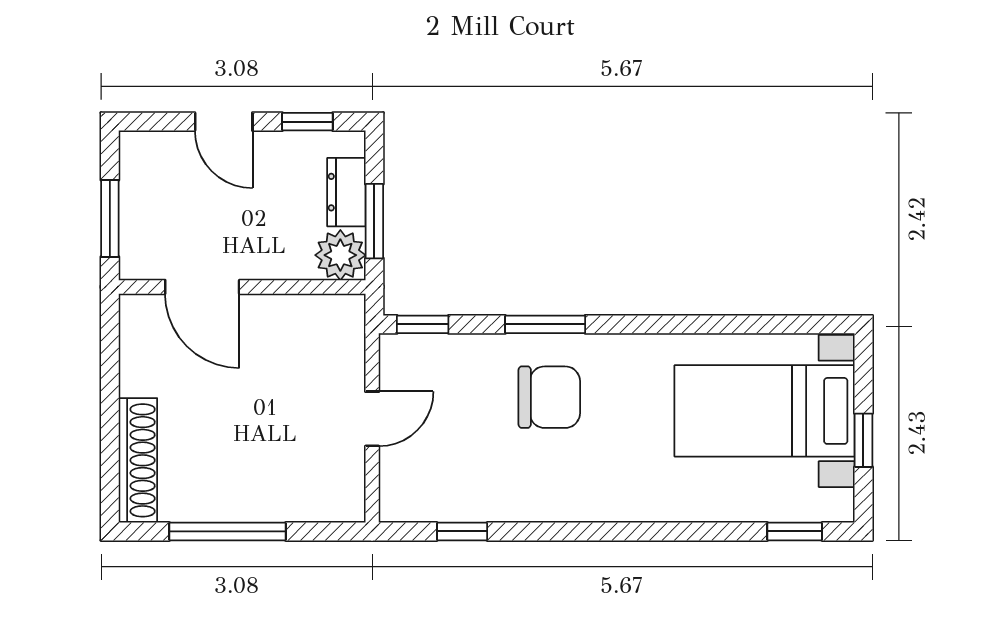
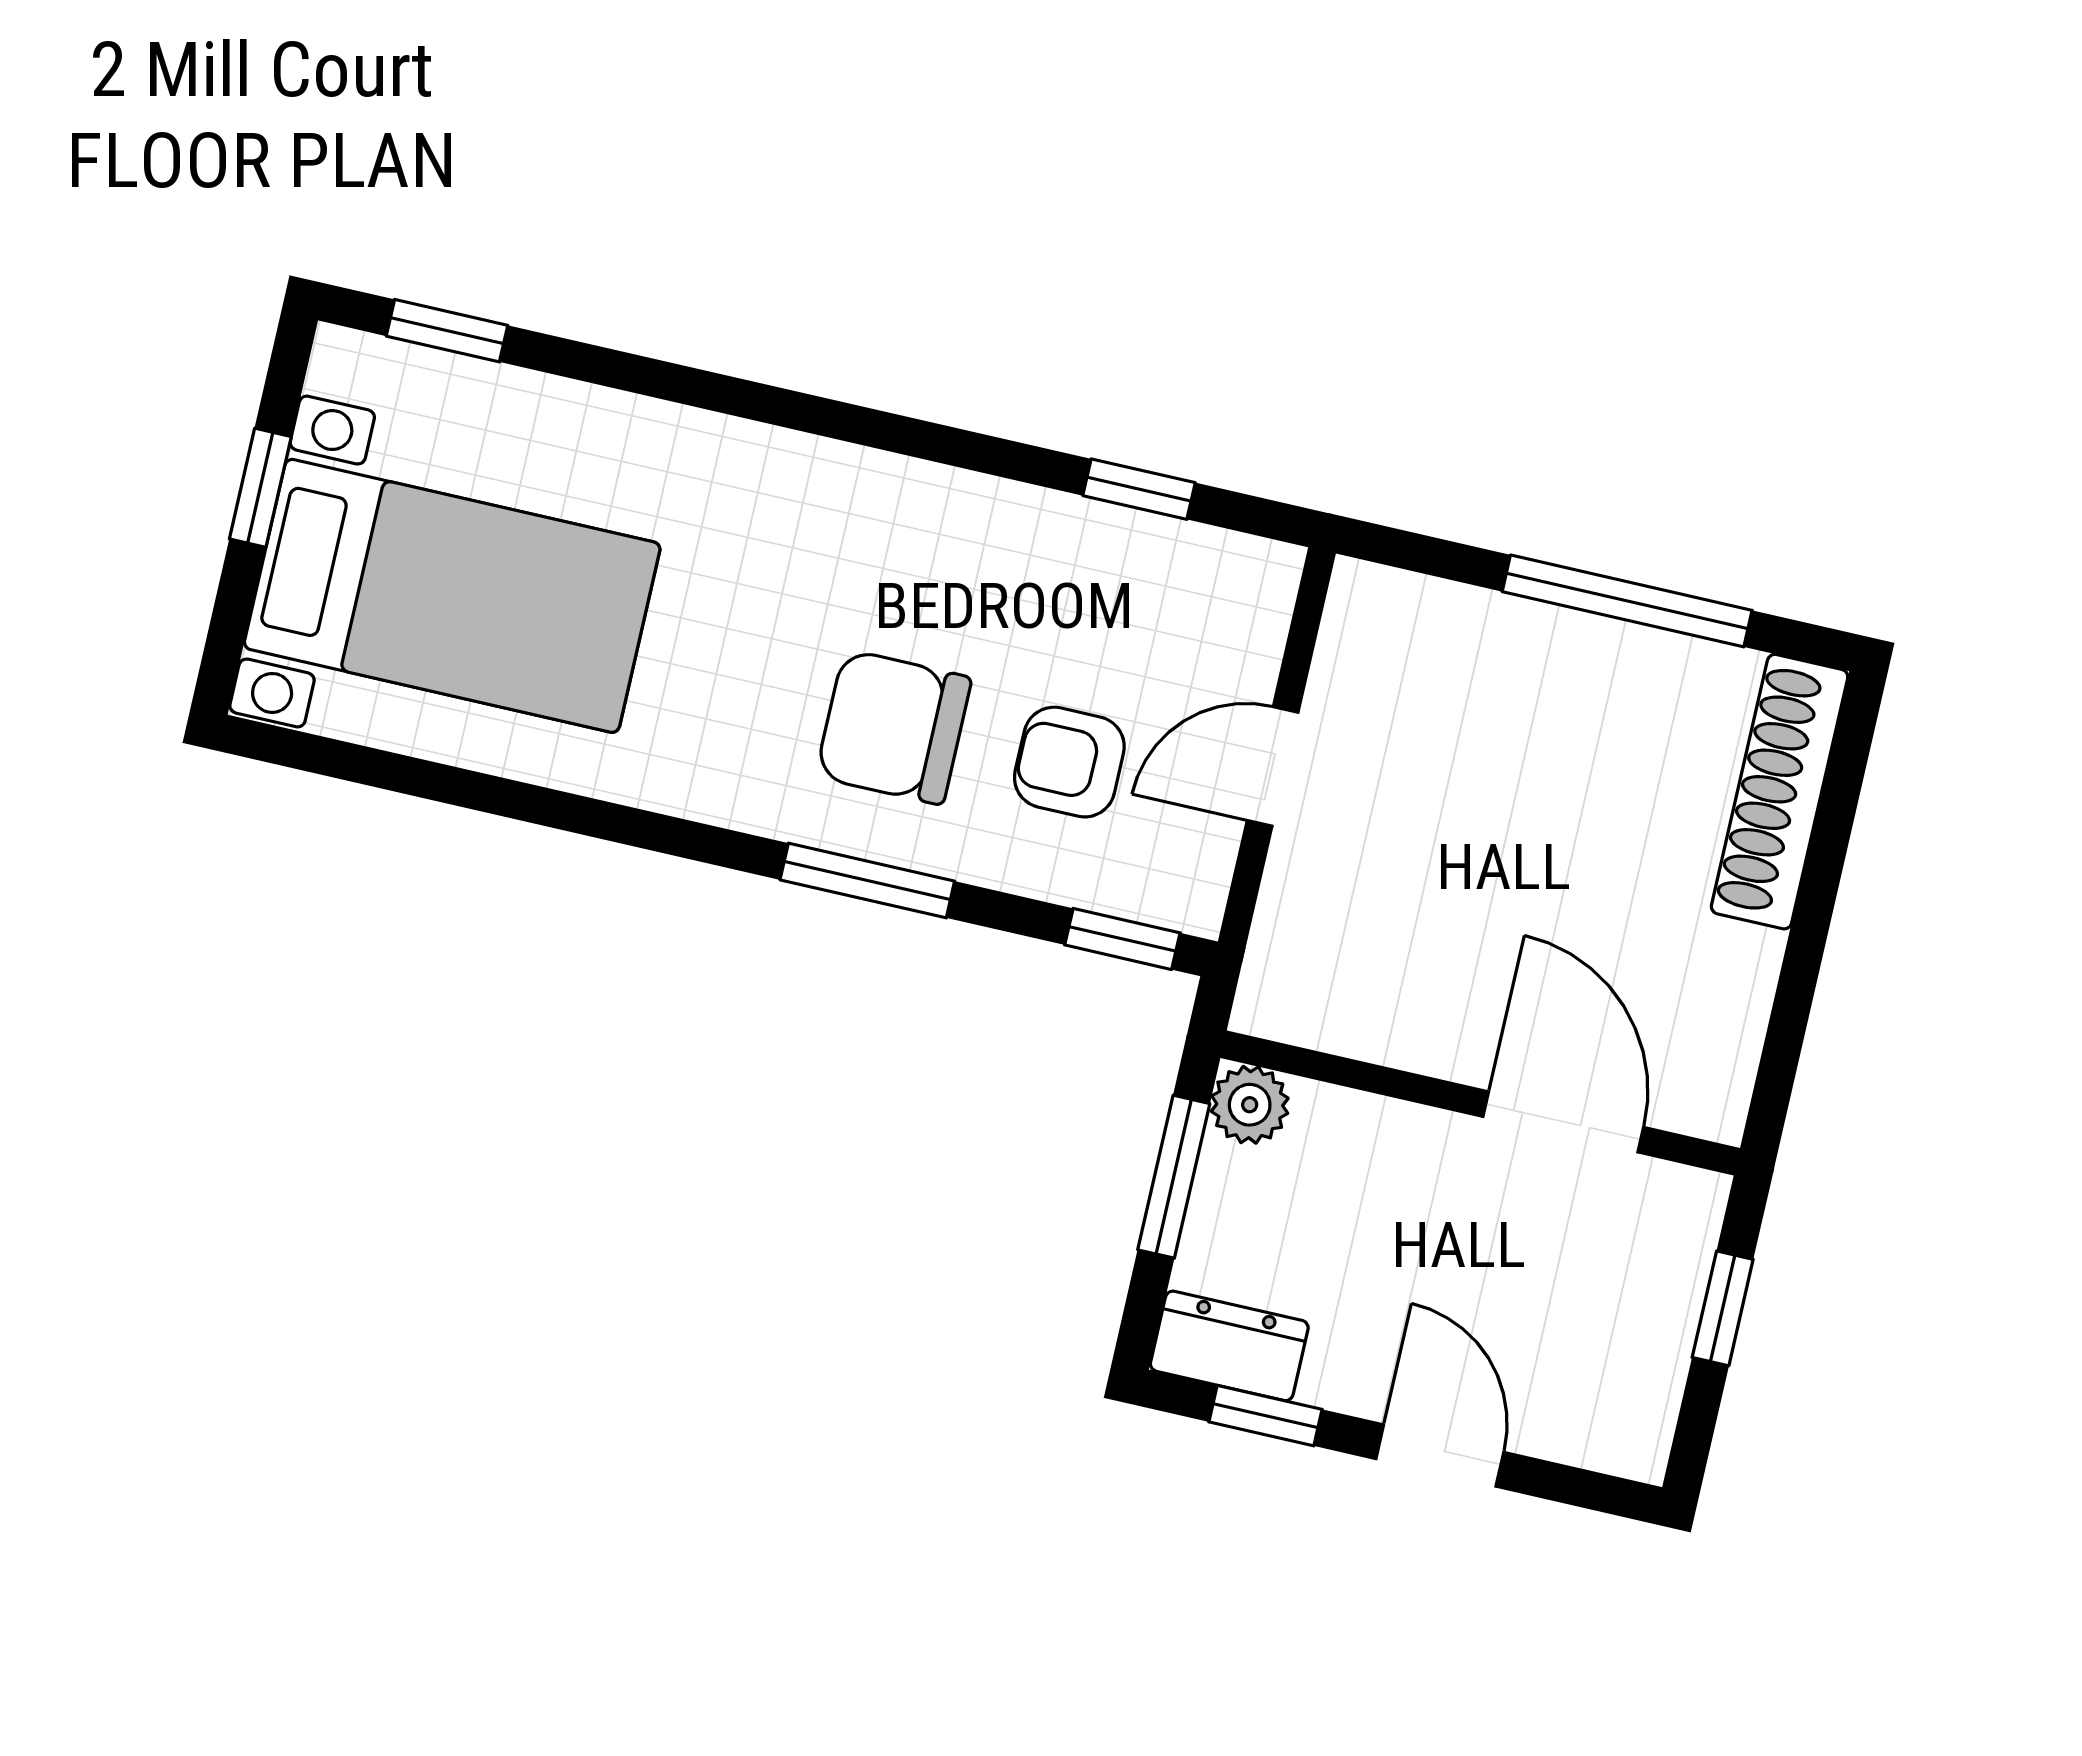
dresser: (346, 192) -> (1229, 1346), moved, turned -90
window: (110, 218) -> (1723, 1308), width x0.67
plant: (340, 255) -> (1250, 1105), width x0.73, depth x0.73
armchair: (465, 400) -> (1069, 762), added

